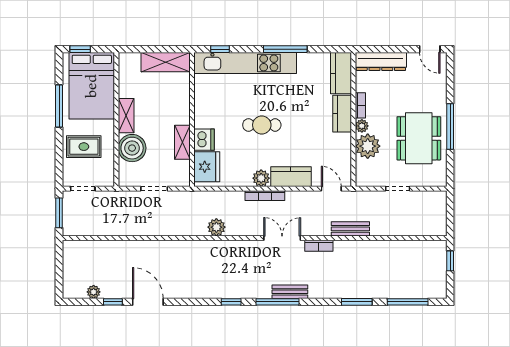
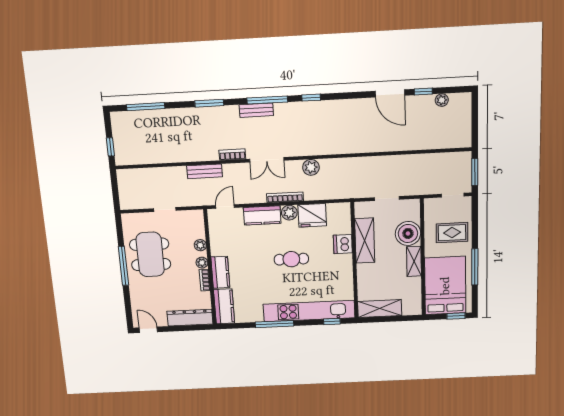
shelving: (182, 142) -> (365, 241), width x1.50, depth x1.33
plant: (368, 146) -> (200, 245), width x0.53, depth x0.53
fridge: (207, 167) -> (312, 215), moved, turned -90
door: (331, 189) -> (225, 207), swing flipped
plant: (216, 227) -> (311, 167), moved
window: (357, 302) -> (209, 103), moved

